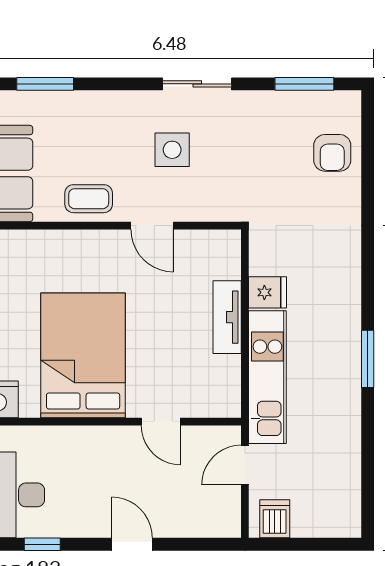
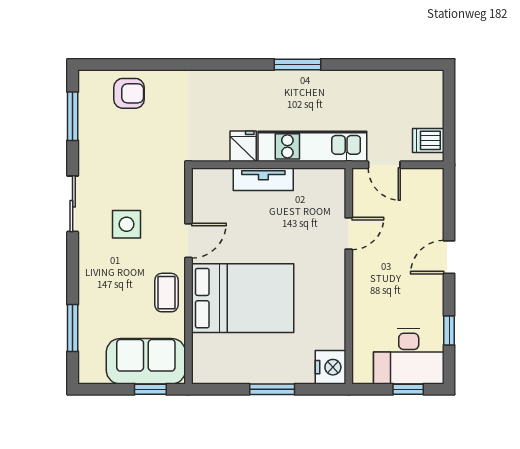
bed: (83, 355) -> (243, 298), moved, turned 180

